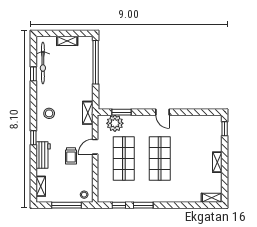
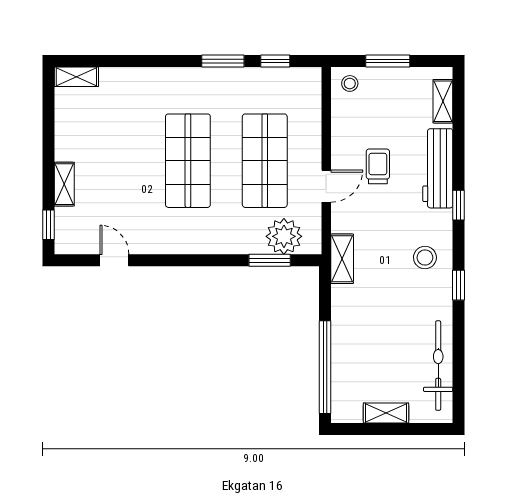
window: (33, 74) -> (459, 285), moved
door: (162, 112) -> (114, 260), moved
workbench: (43, 155) -> (438, 168), width x1.38
shelving: (217, 162) -> (64, 184), moved
window: (66, 205) -> (388, 61), width x0.69

